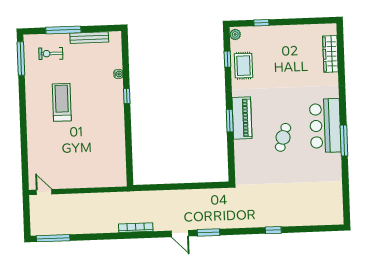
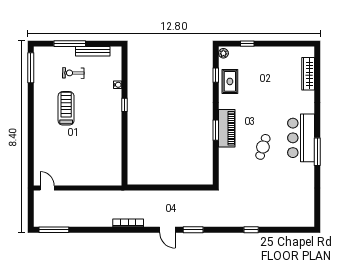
exercise bike: (51, 54) -> (73, 73), moved

